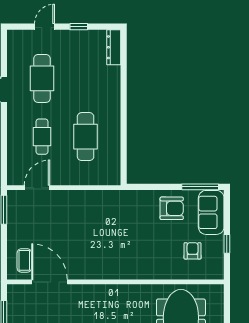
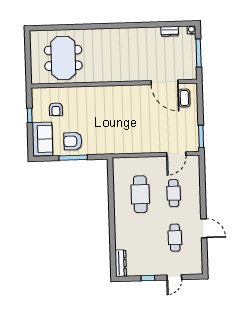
cafe table: (42, 78) -> (175, 238), width x0.73, depth x0.74
window: (200, 187) -> (73, 158), moved

